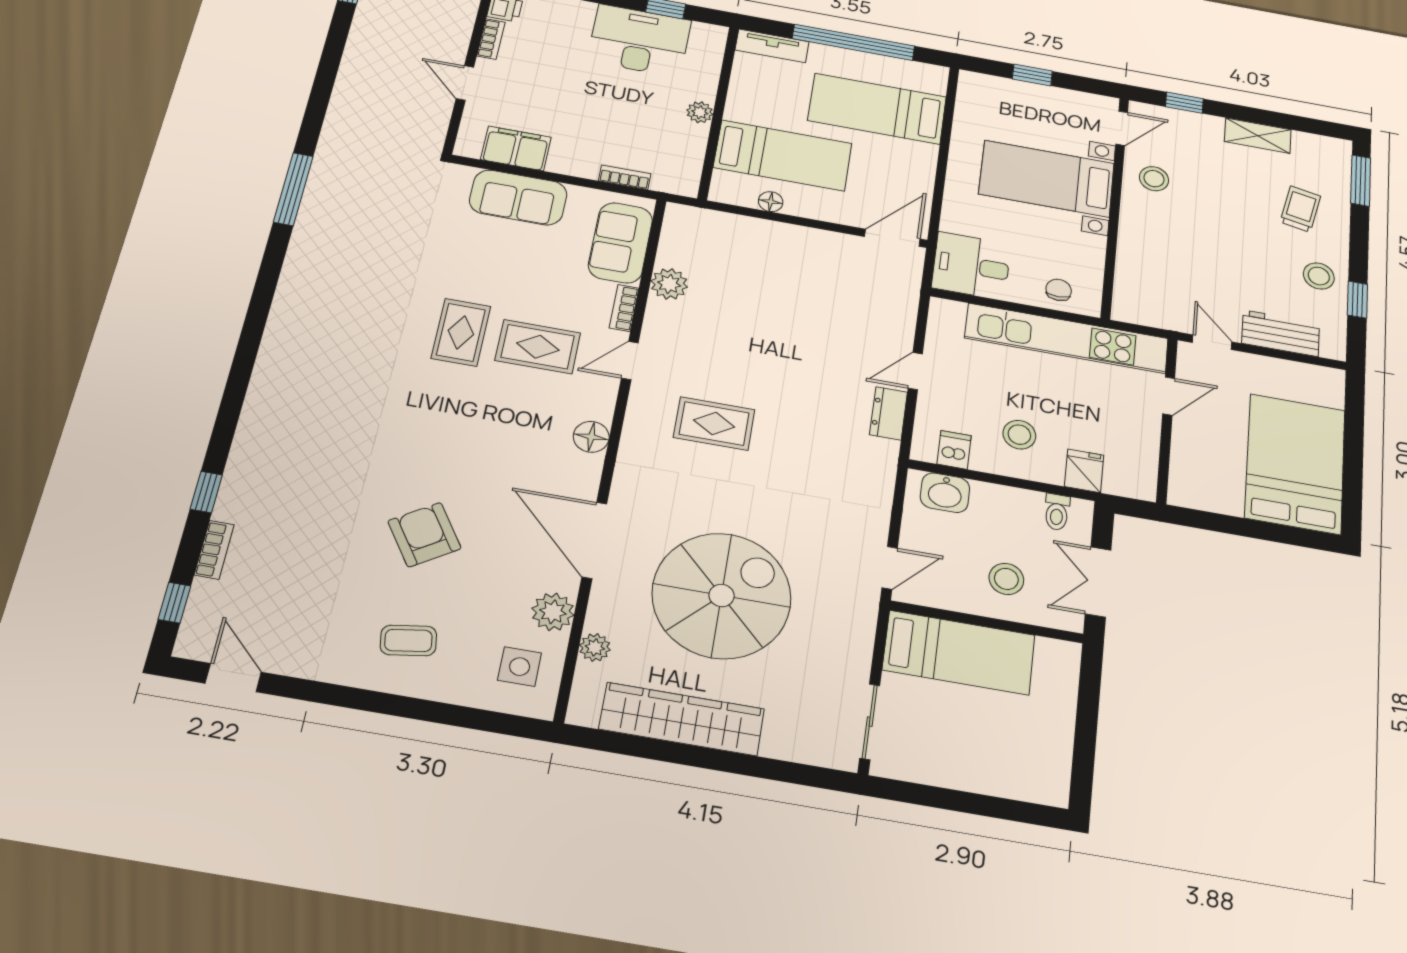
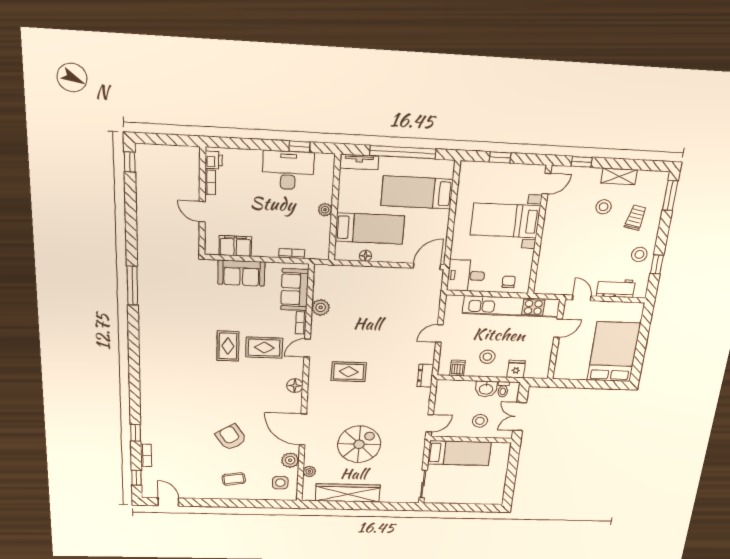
stool: (1154, 179) -> (604, 207), moved
dresser: (889, 413) -> (425, 376), moved
washbasin: (945, 493) -> (486, 389), moved
spiral stairs: (722, 596) -> (359, 444), width x0.73, depth x0.73

